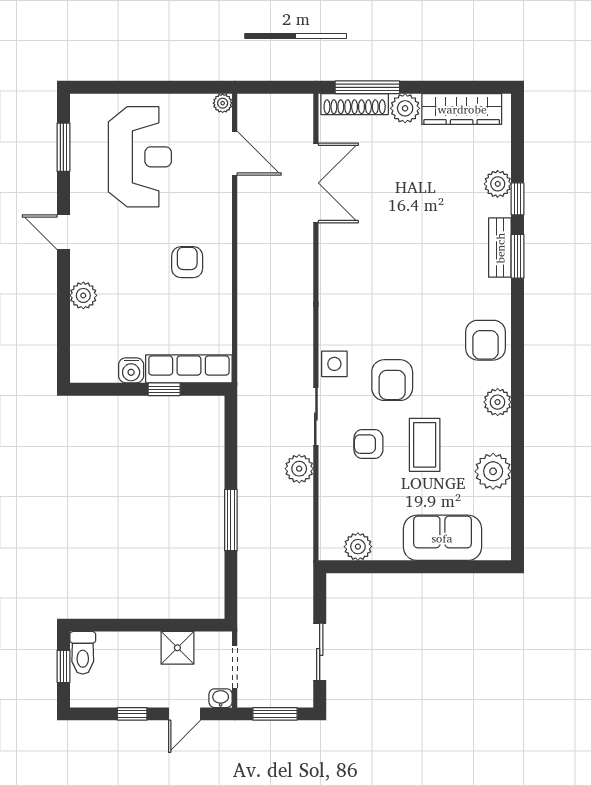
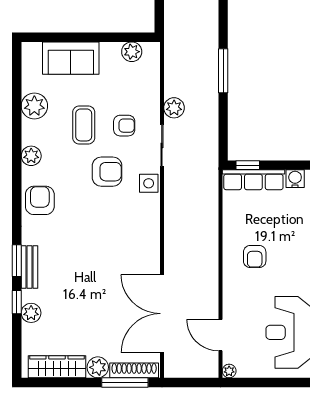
double door: (316, 183) -> (162, 314), width x1.36
armchair: (392, 380) -> (107, 172), turned 90
window: (164, 389) -> (248, 165), moved

